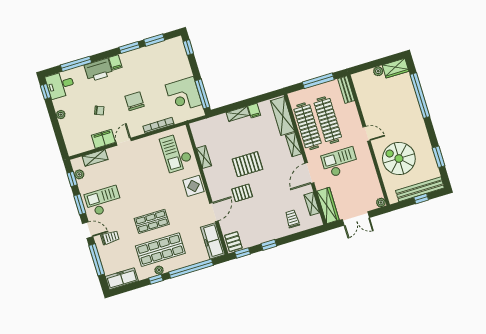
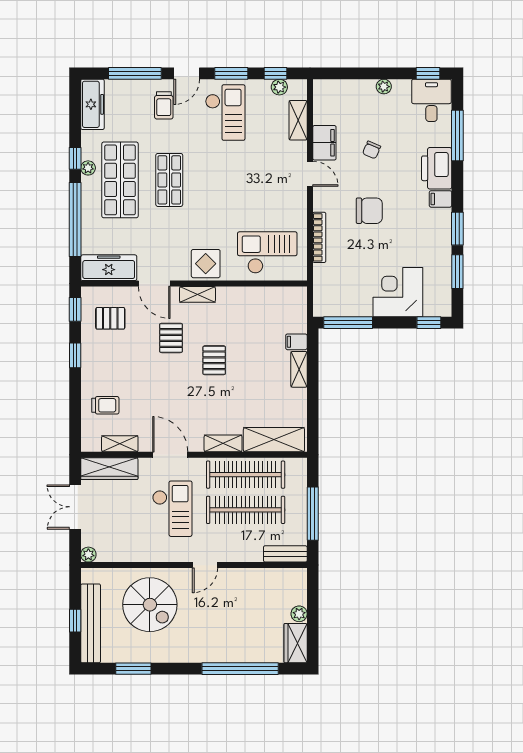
corner desk: (184, 95) -> (398, 292), moved
filing cabinet: (254, 111) -> (296, 342), moved
shelving: (204, 157) -> (197, 294), moved
spiral stairs: (399, 158) -> (150, 605), turned 90
pallet: (247, 164) -> (214, 360), width x0.67, depth x0.71
pallet: (233, 242) -> (110, 318), moved

